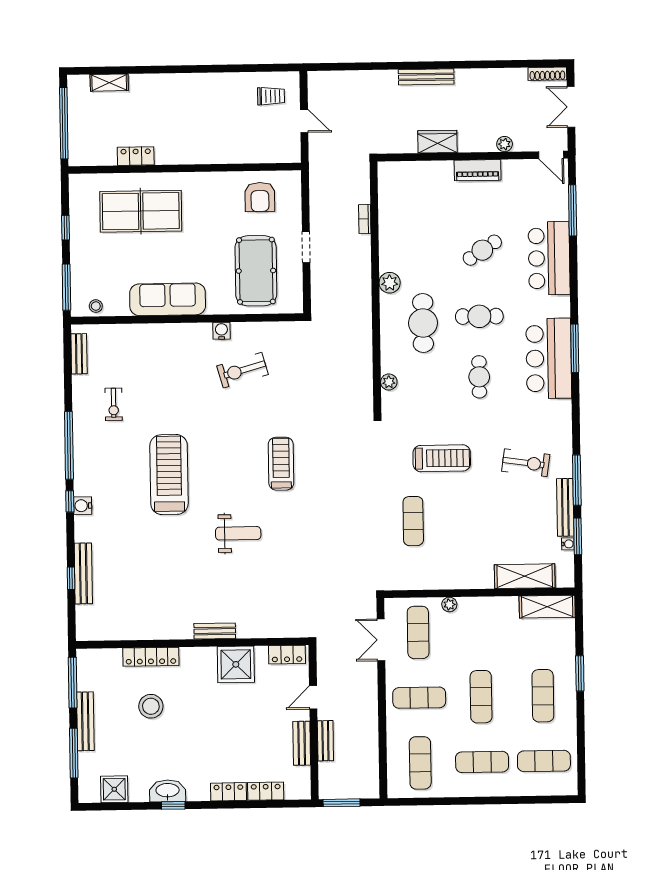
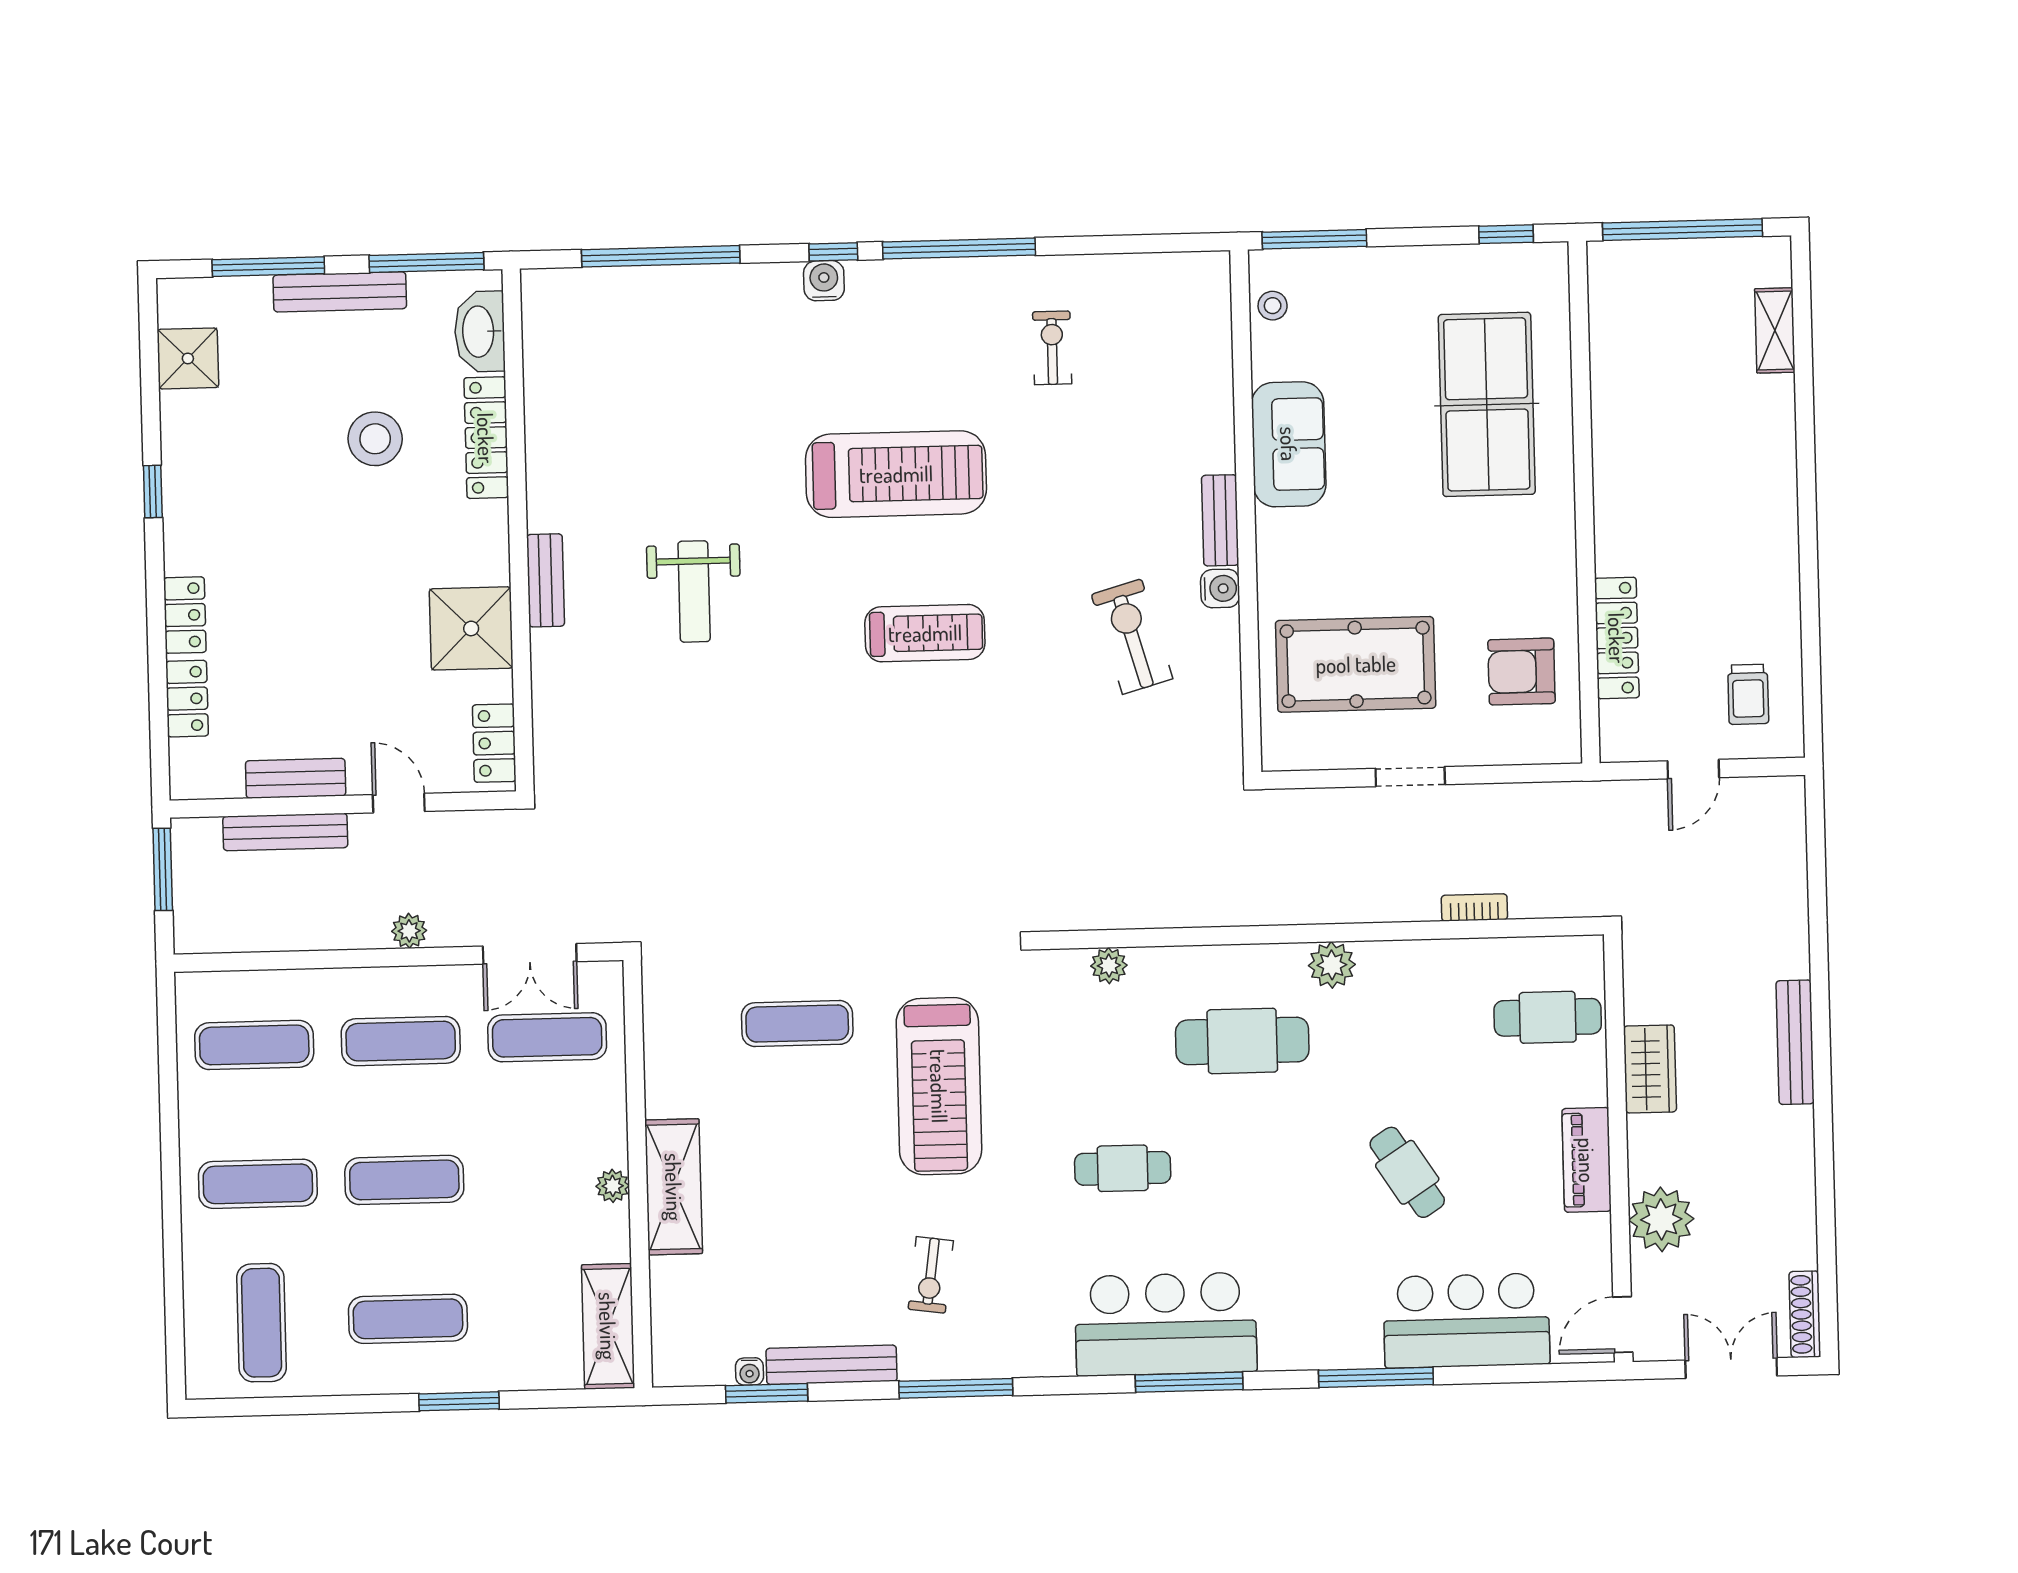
plant: (505, 144) -> (1661, 1219), width x1.88, depth x1.88
locker: (136, 156) -> (1617, 638), moved, width x1.53
window: (573, 210) -> (1376, 1377), moved
window: (65, 228) -> (1506, 234), moved
bar counter: (549, 258) -> (1466, 1321), moved
sofa: (168, 299) -> (1289, 444), width x0.73
cafe table: (479, 316) -> (1548, 1017), moved, turned 90
bench: (79, 354) -> (1220, 520), moved, turned 90
exercise bike: (114, 404) -> (1052, 348), turned 90
treadmill: (442, 458) -> (939, 1086), width x1.37, depth x1.38
exercise bike: (526, 463) -> (931, 1275), width x0.73, depth x0.72
treadmill: (281, 464) -> (925, 633), moved
window: (577, 480) -> (956, 1388), moved
weight bench: (238, 533) -> (694, 591), moved
bench: (83, 573) -> (672, 284), removed
shelving: (525, 576) -> (674, 1187), moved
window: (71, 578) -> (661, 256), width x3.17
plant: (449, 605) -> (613, 1186), moved
double door: (381, 640) -> (530, 954), swing flipped
plant: (370, 693) -> (409, 931), added
exercise mat: (419, 698) -> (401, 1041), turned 90
bench: (325, 741) -> (285, 832), width x1.36
exercise mat: (482, 762) -> (258, 1184), turned 90
washbasin: (168, 791) -> (480, 331), moved, turned 180

